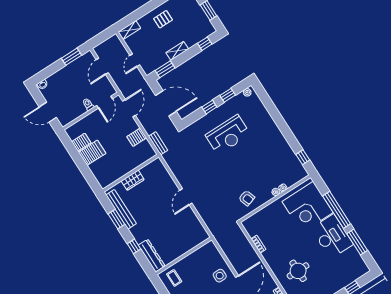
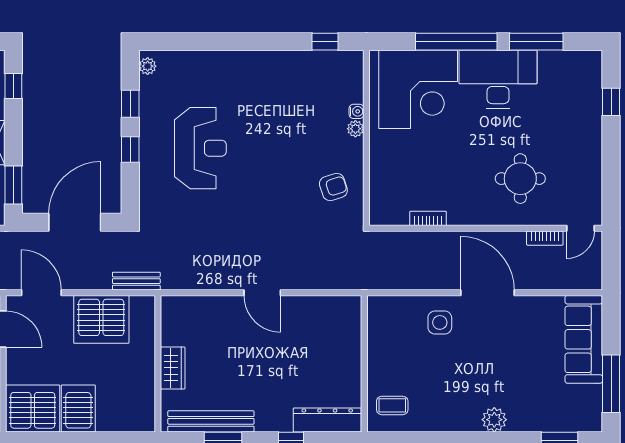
server rack: (137, 137) -> (101, 319), width x2.18, depth x1.44
server rack: (81, 142) -> (33, 408), width x2.18, depth x1.44

